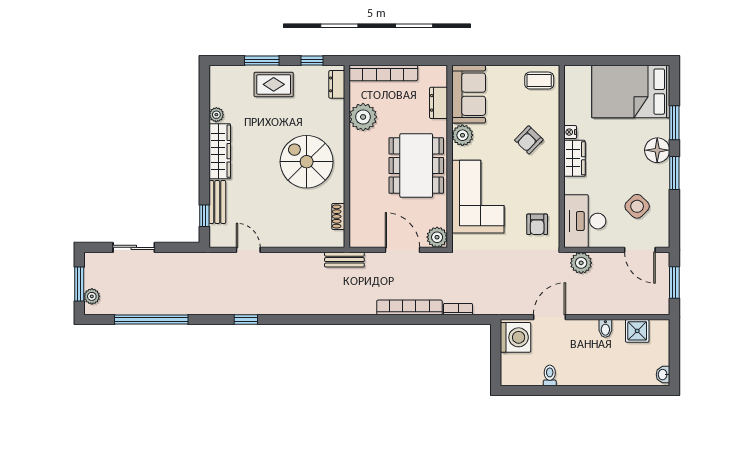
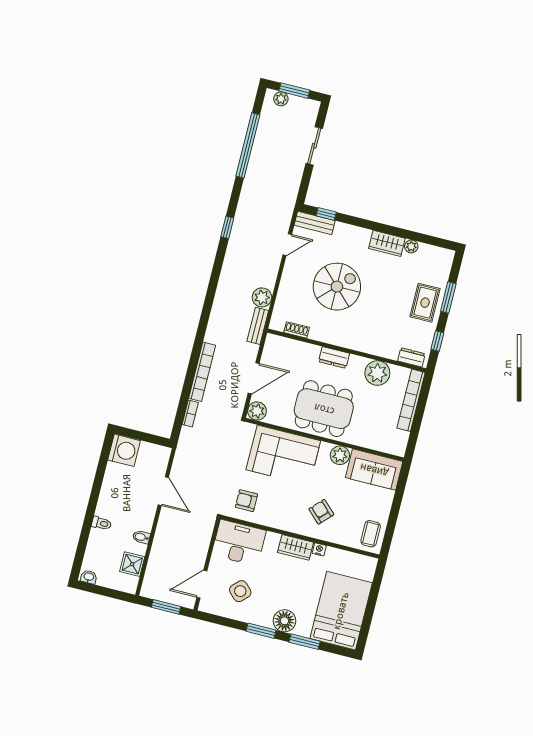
dresser: (439, 103) -> (334, 357), moved, turned 180
wardrobe: (220, 151) -> (387, 243), width x0.67
spiral stairs: (307, 162) -> (337, 287), moved
bench: (217, 202) -> (315, 223), moved
plant: (581, 263) -> (262, 297), moved
washing machine: (516, 337) -> (124, 450), moved, turned -90
toilet: (550, 375) -> (101, 523), moved

